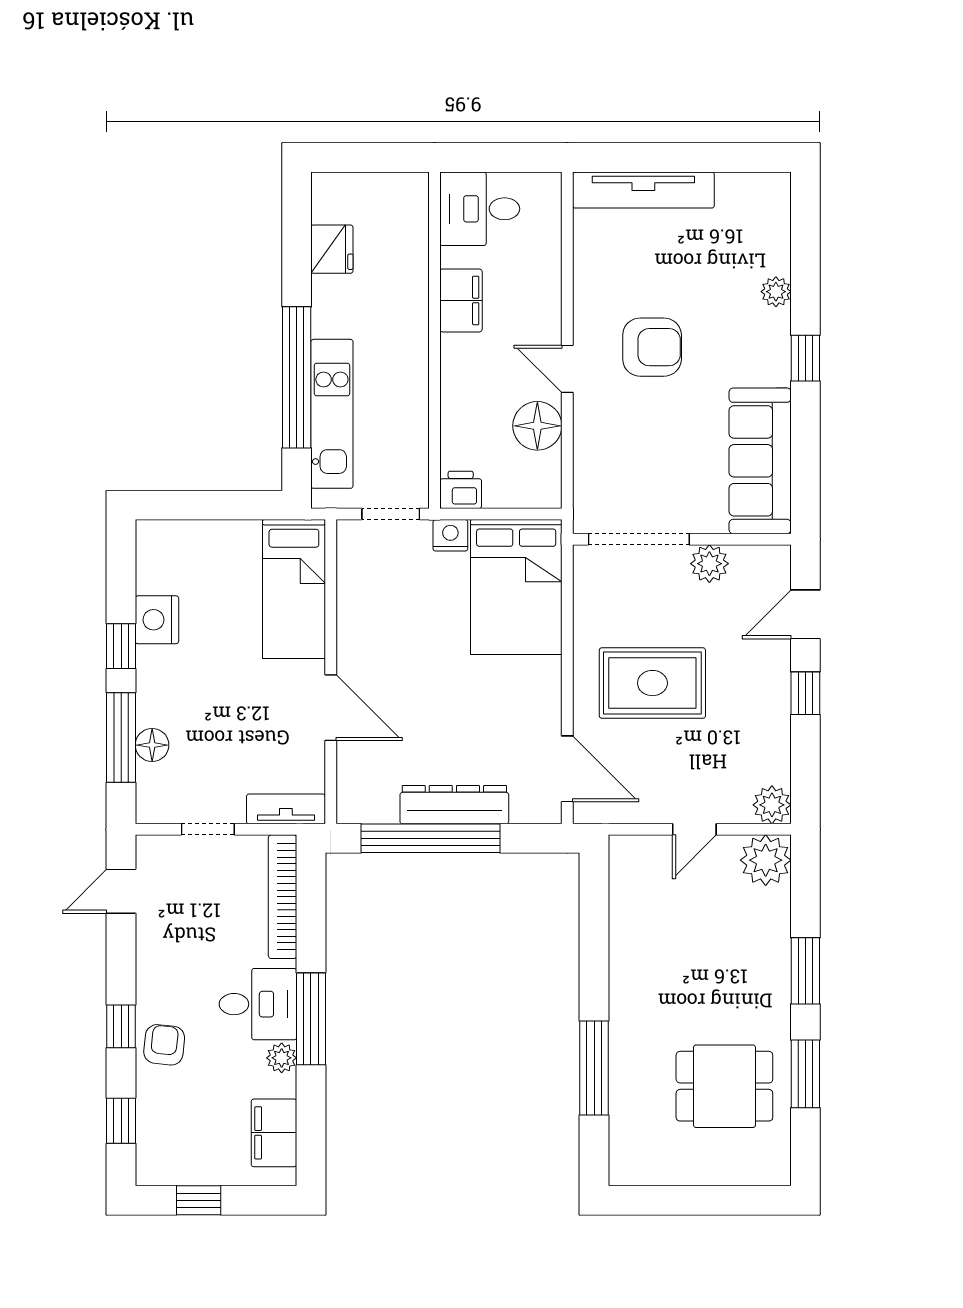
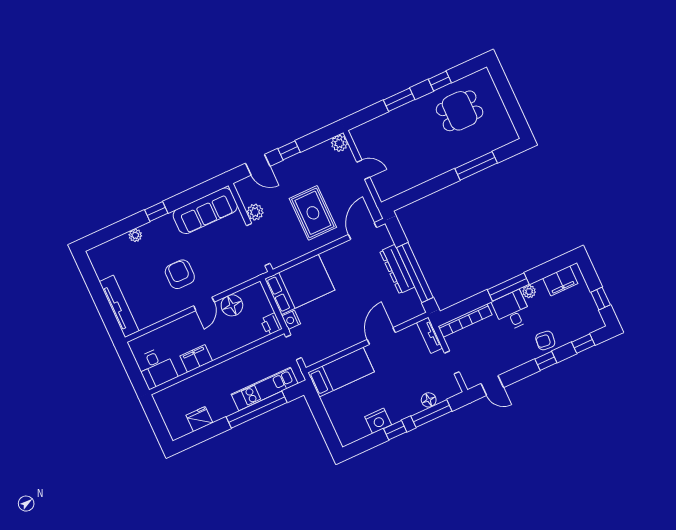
plant: (766, 860) -> (363, 136), removed
window: (805, 1074) -> (440, 81), width x0.67
dining table: (724, 1086) -> (460, 111), turned 90

